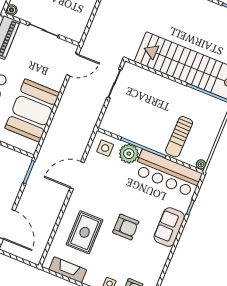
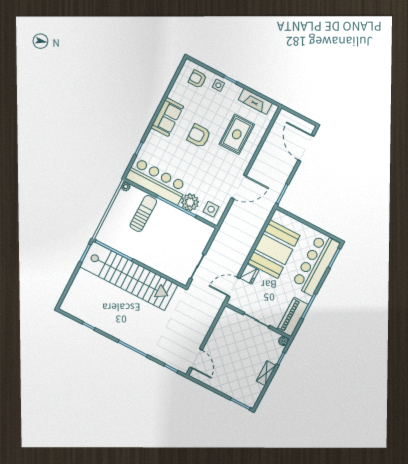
fridge: (57, 81) -> (249, 274), added
sofa: (169, 227) -> (167, 117), moved

